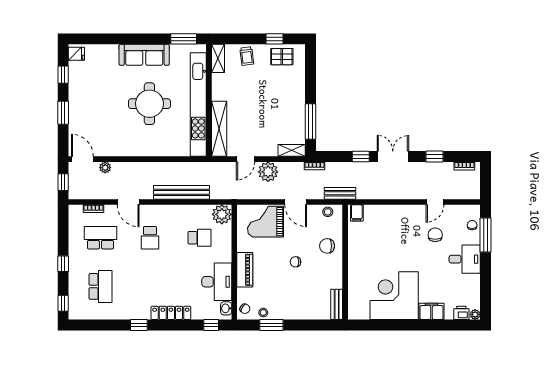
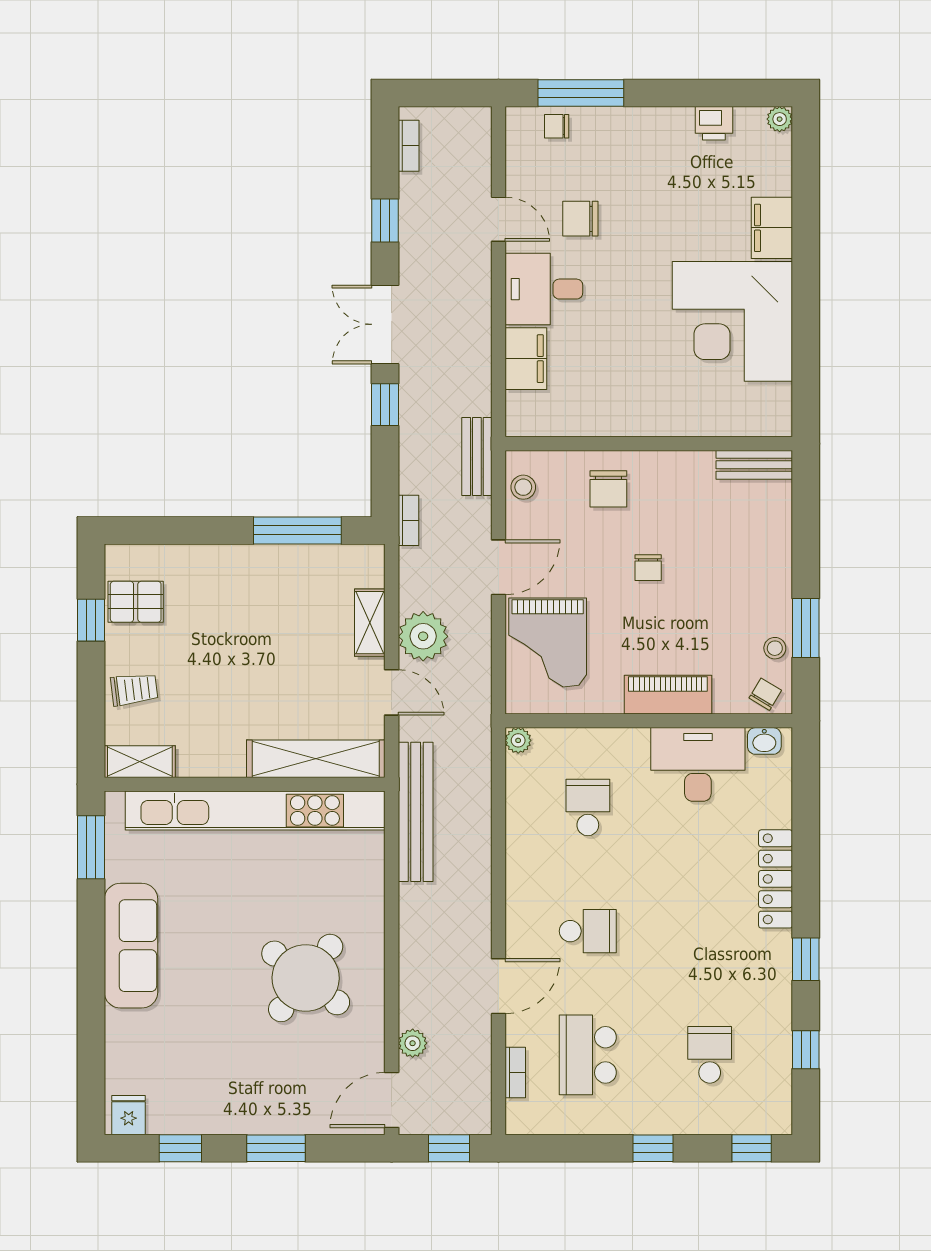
pallet: (282, 57) -> (136, 602), turned 90
round table: (149, 104) -> (306, 978), moved, turned 38
shelving: (292, 150) -> (370, 623), moved
bench: (181, 192) -> (416, 812), moved
filing cabinet: (357, 213) -> (526, 359), moved, width x2.00
plant: (222, 214) -> (518, 740), width x0.53, depth x0.53
desk: (465, 259) -> (544, 289), moved, turned -90
school desk: (100, 286) -> (710, 1055), width x0.54
printer: (461, 313) -> (714, 123), moved, turned -90
window: (211, 325) -> (806, 1050), moved

